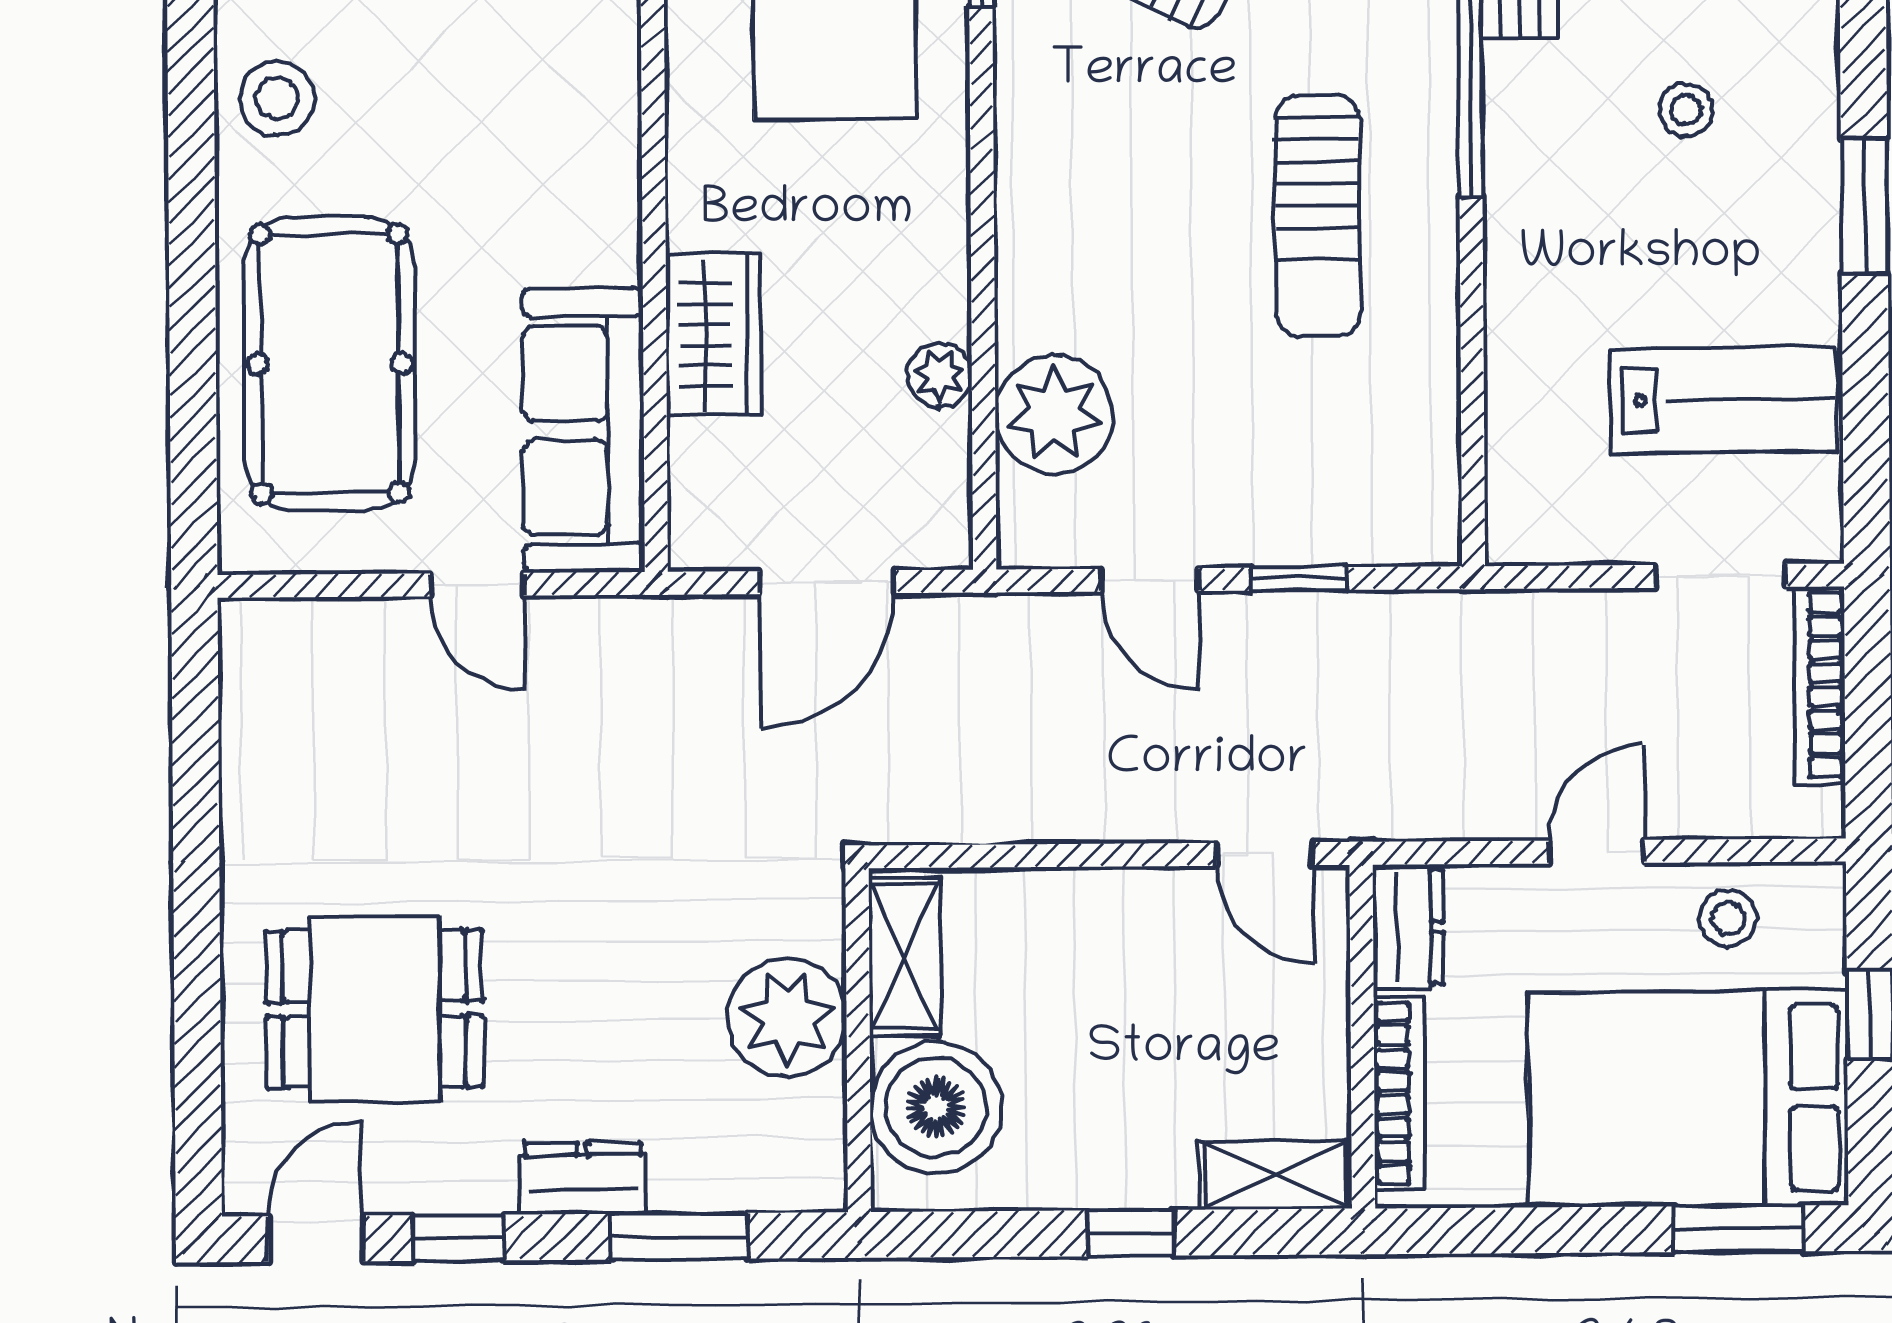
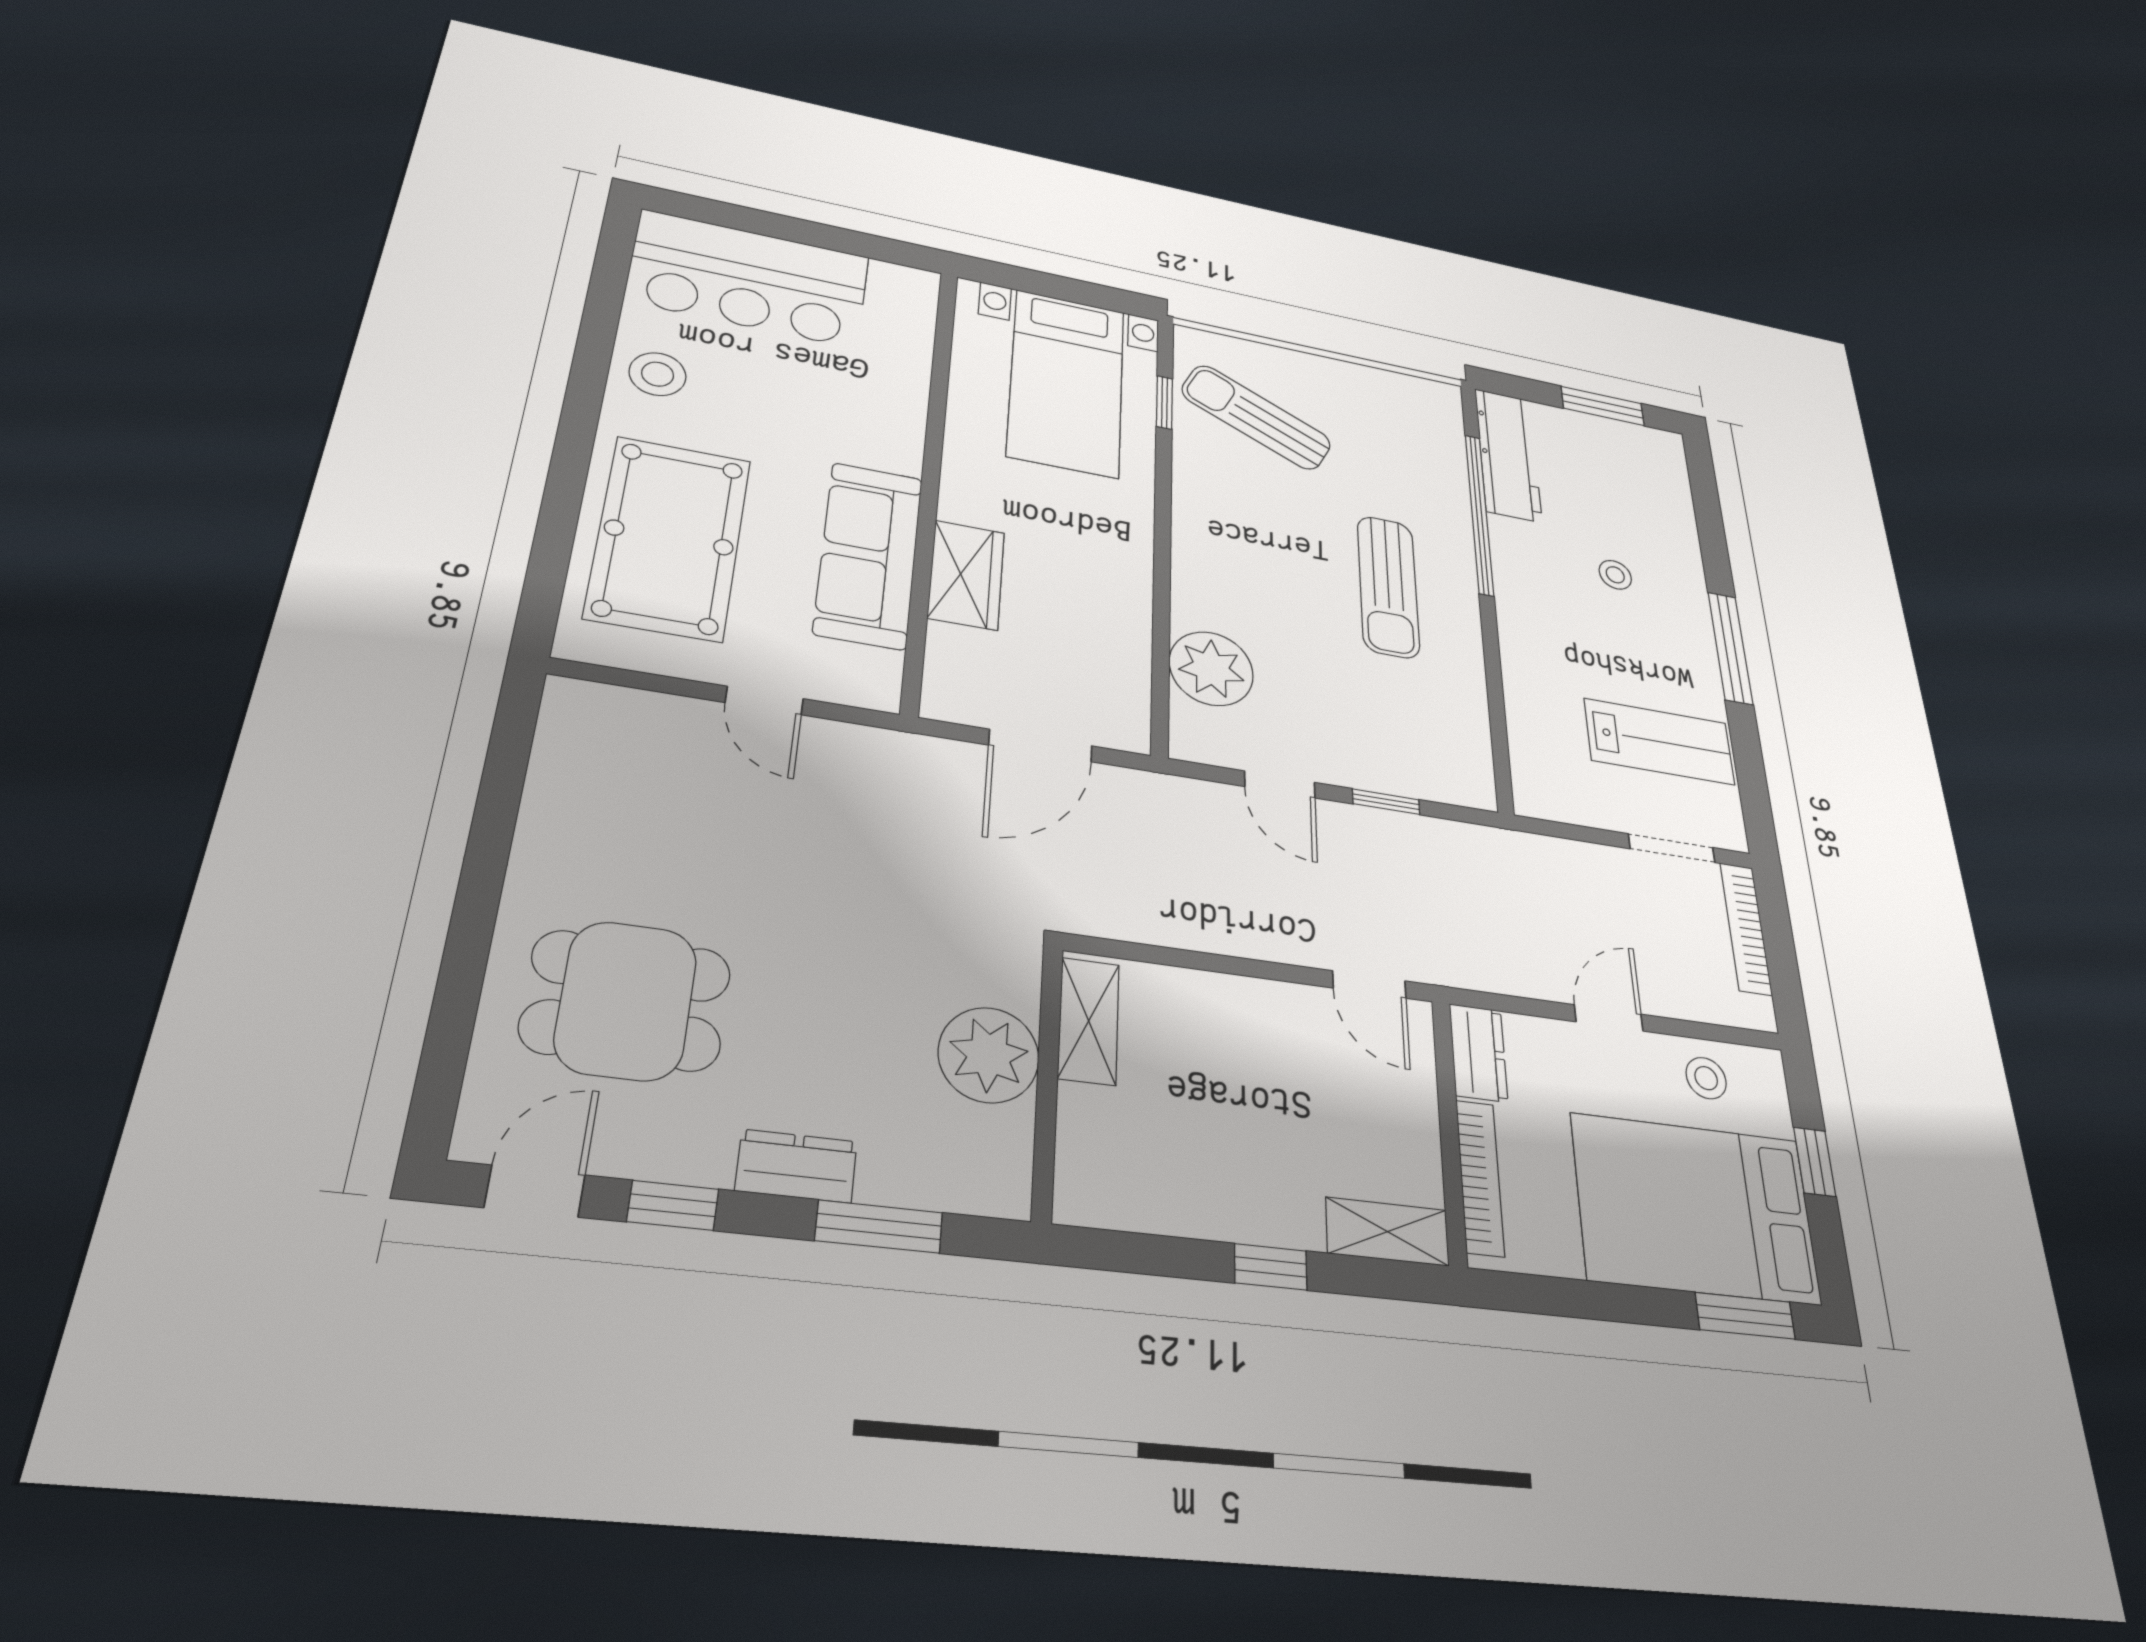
window: (1864, 206) -> (1730, 648), width x1.44
plant: (940, 375) -> (1130, 630), removed
sofa: (584, 430) -> (869, 555), moved
boiler: (936, 1107) -> (1110, 1143), removed

